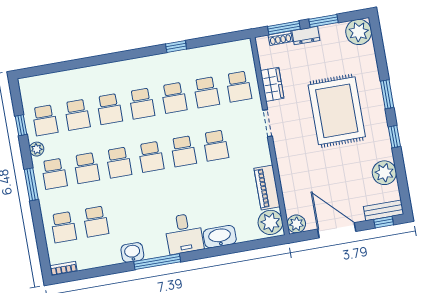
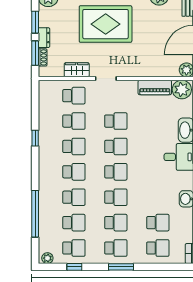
window: (80, 63) -> (35, 214), added
plant: (37, 149) -> (47, 258), moved

